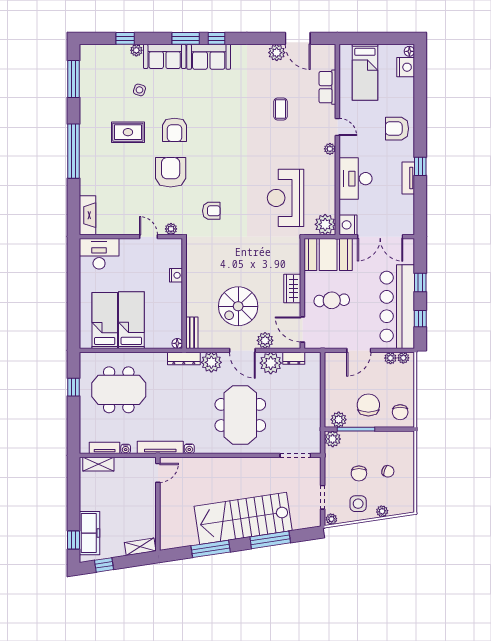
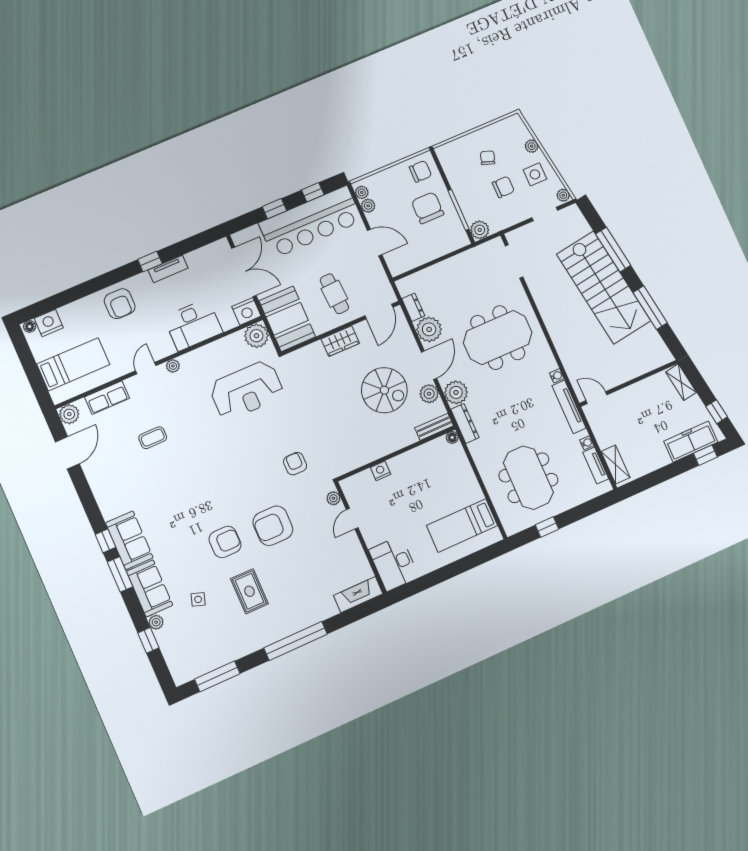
plant: (277, 53) -> (69, 414), moved
bed: (131, 320) -> (449, 497), removed
plant: (265, 340) -> (429, 394), moved
chair: (368, 405) -> (428, 208), turned 90
plant: (339, 420) -> (457, 232), removed

